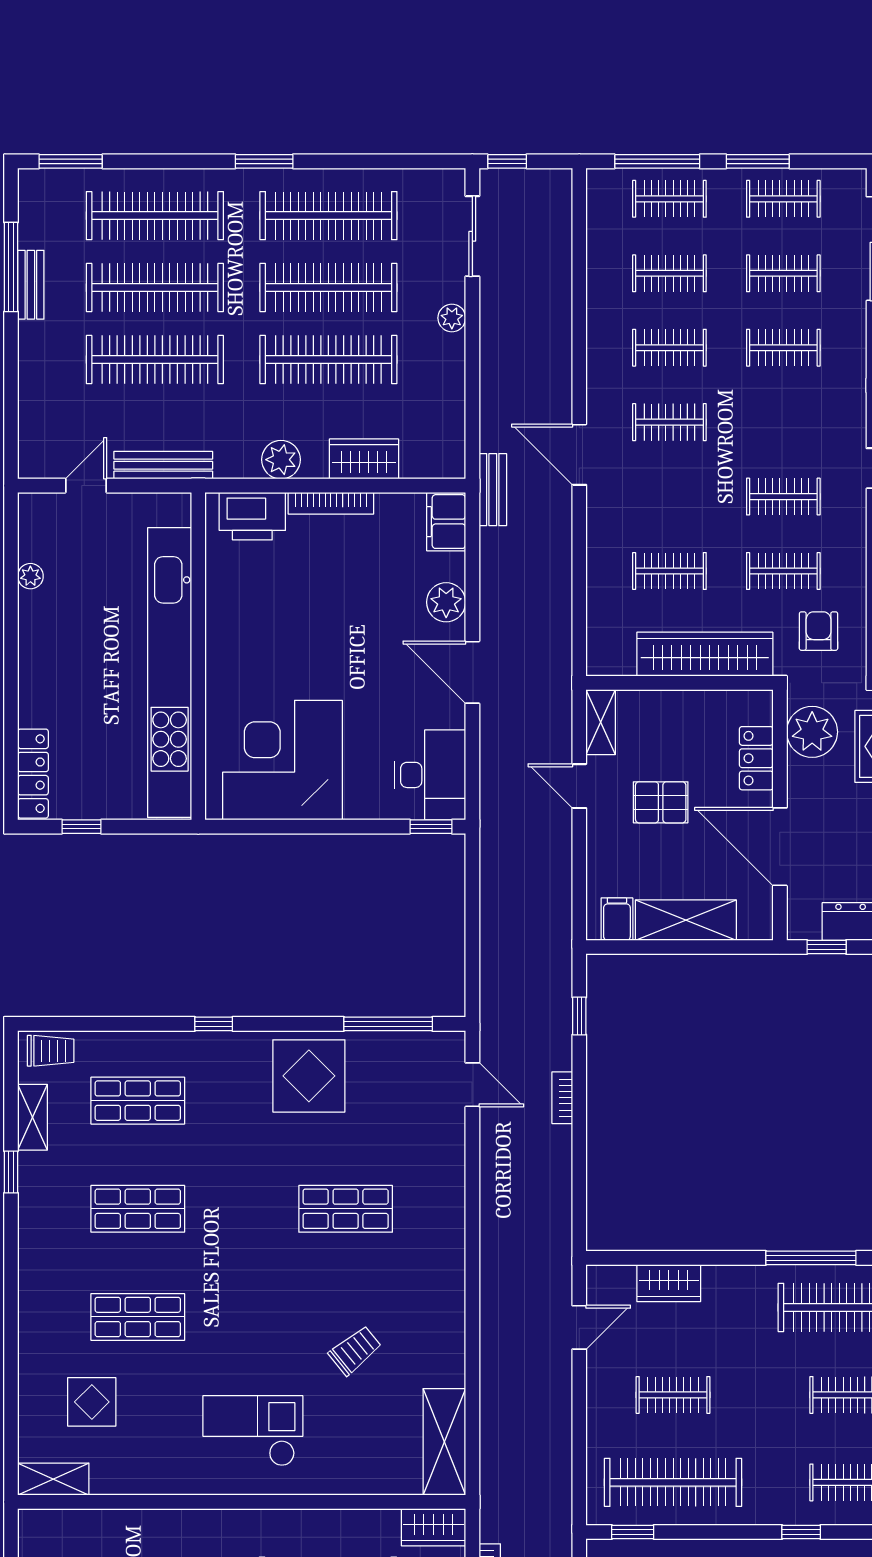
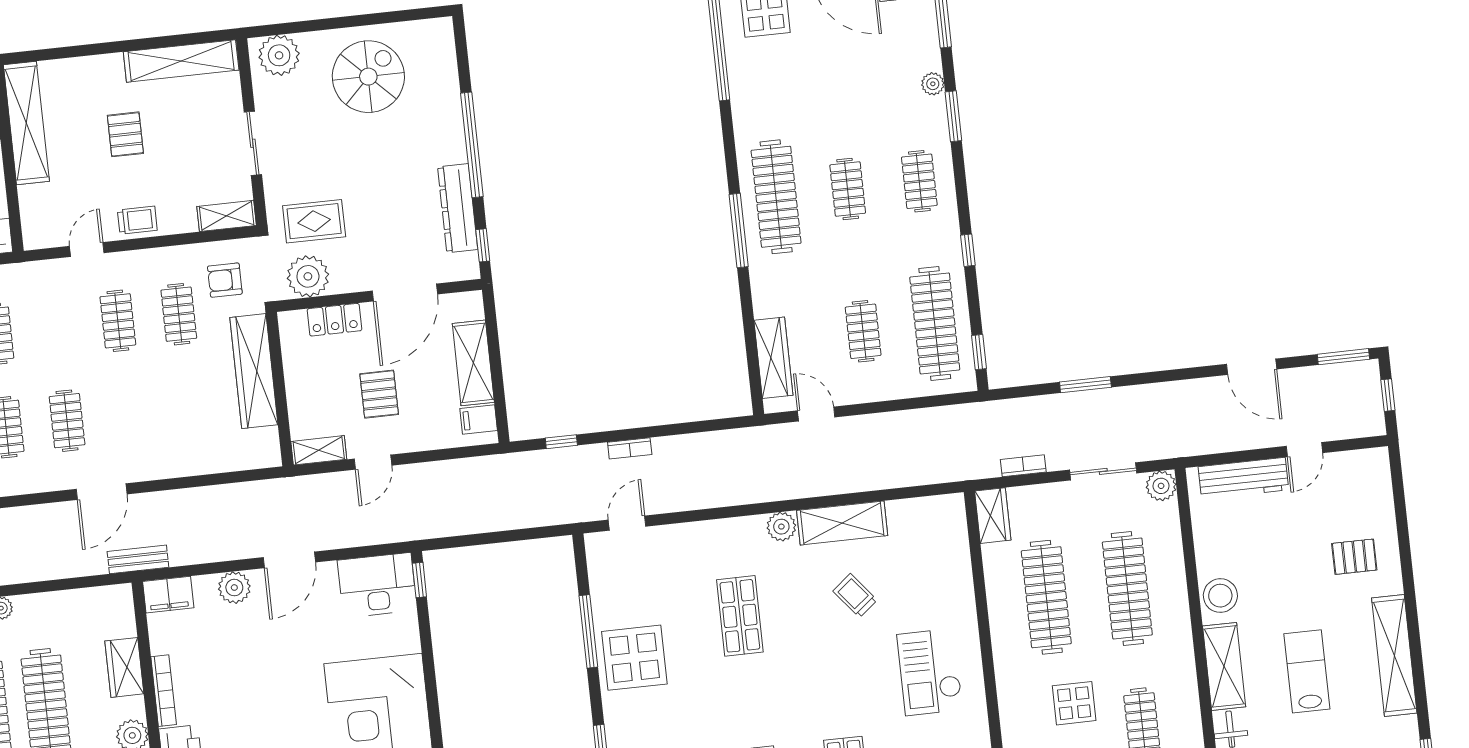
clothes rail: (669, 571) -> (189, 407), removed
window: (388, 1024) -> (588, 631), moved
plant: (448, 1271) -> (781, 527), added
wardrobe: (669, 1283) -> (773, 358), width x1.50
shelving: (444, 1442) -> (842, 523), moved
window: (801, 1532) -> (968, 250), moved

